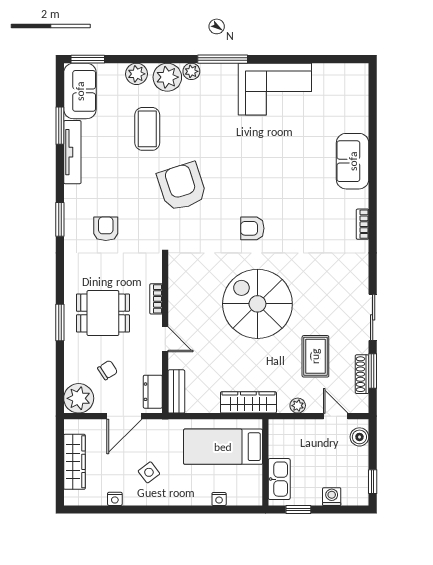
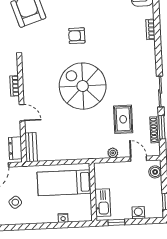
wardrobe: (248, 402) -> (80, 152), removed

